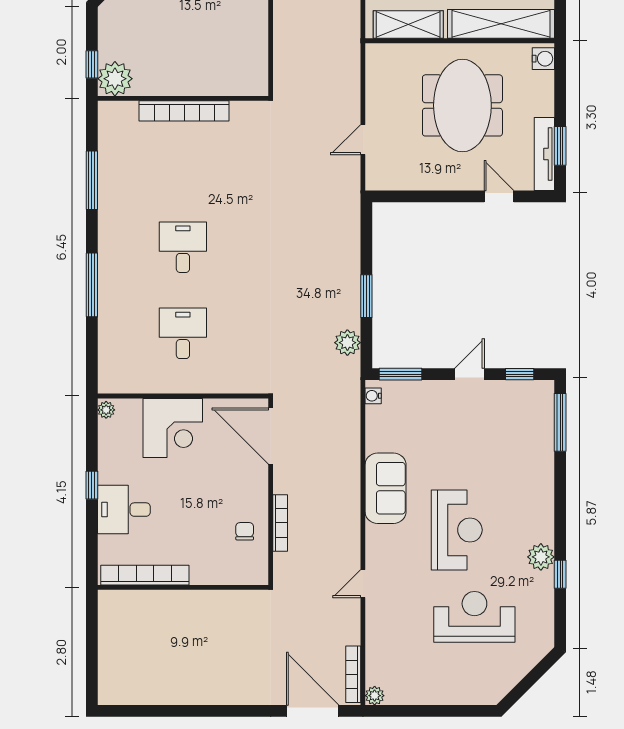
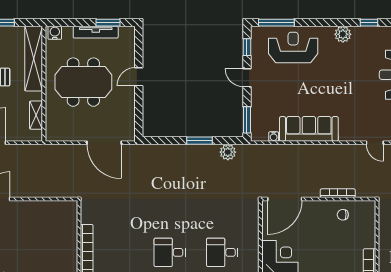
shelving: (408, 25) -> (36, 115), width x0.67, depth x0.75
door: (363, 140) -> (104, 143), width x1.87
tv unit: (544, 154) -> (96, 32), moved
door: (499, 196) -> (139, 77), moved
water cooler: (373, 396) -> (274, 136), moved
sofa: (386, 488) -> (309, 129), width x1.36
reception desk: (457, 530) -> (293, 47), moved
plant: (541, 557) -> (343, 34), moved

